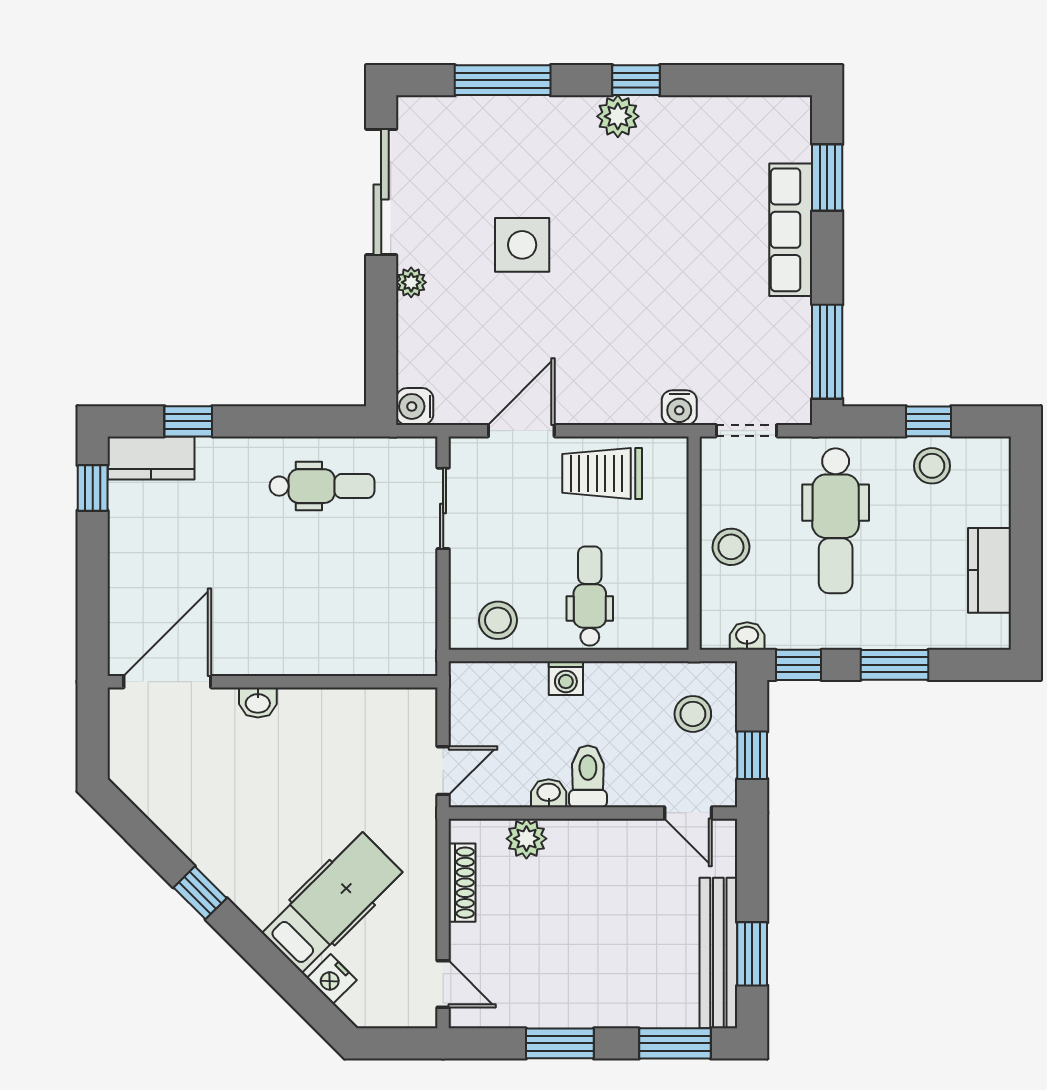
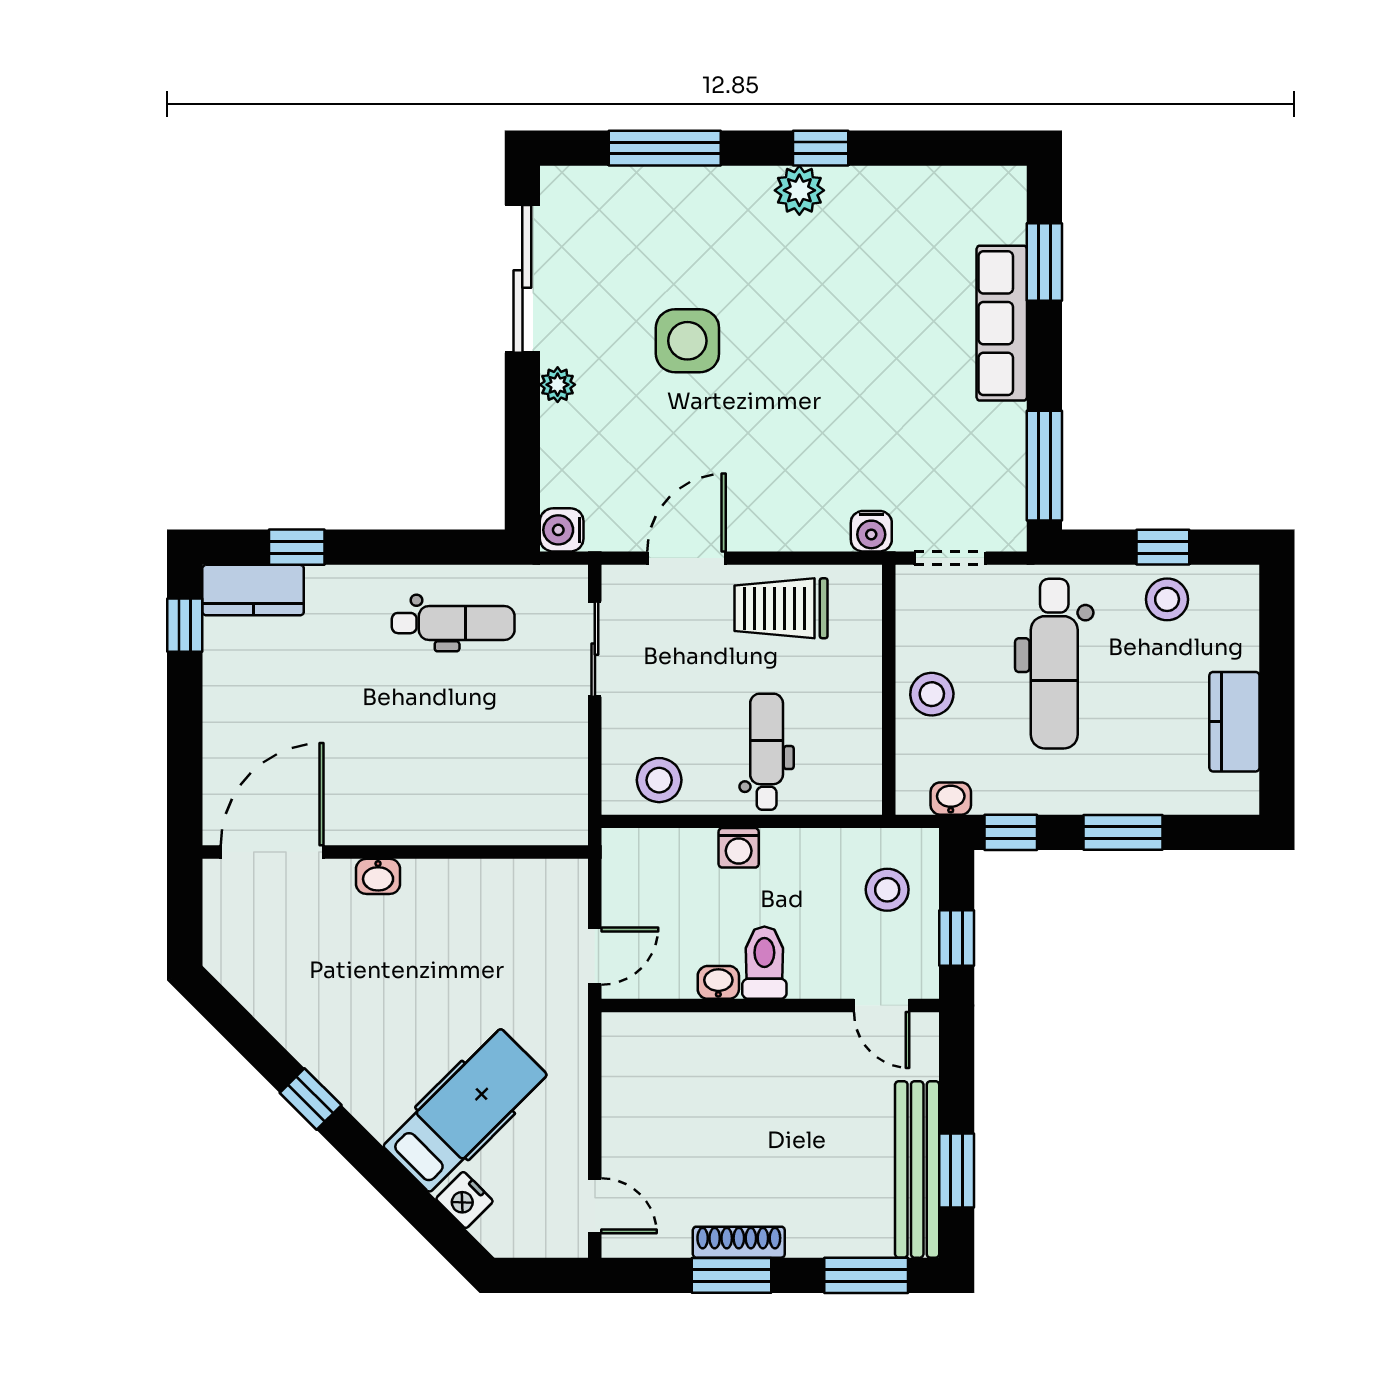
plant: (526, 839) -> (692, 1036), removed
shoe rack: (462, 883) -> (739, 1242), moved, turned -90

